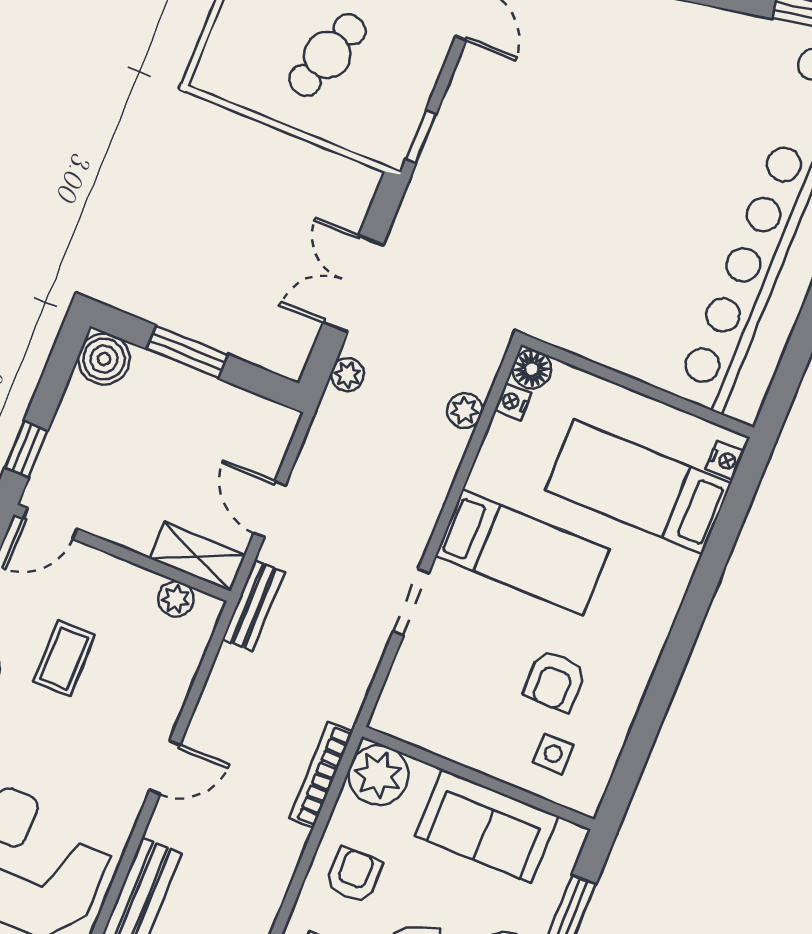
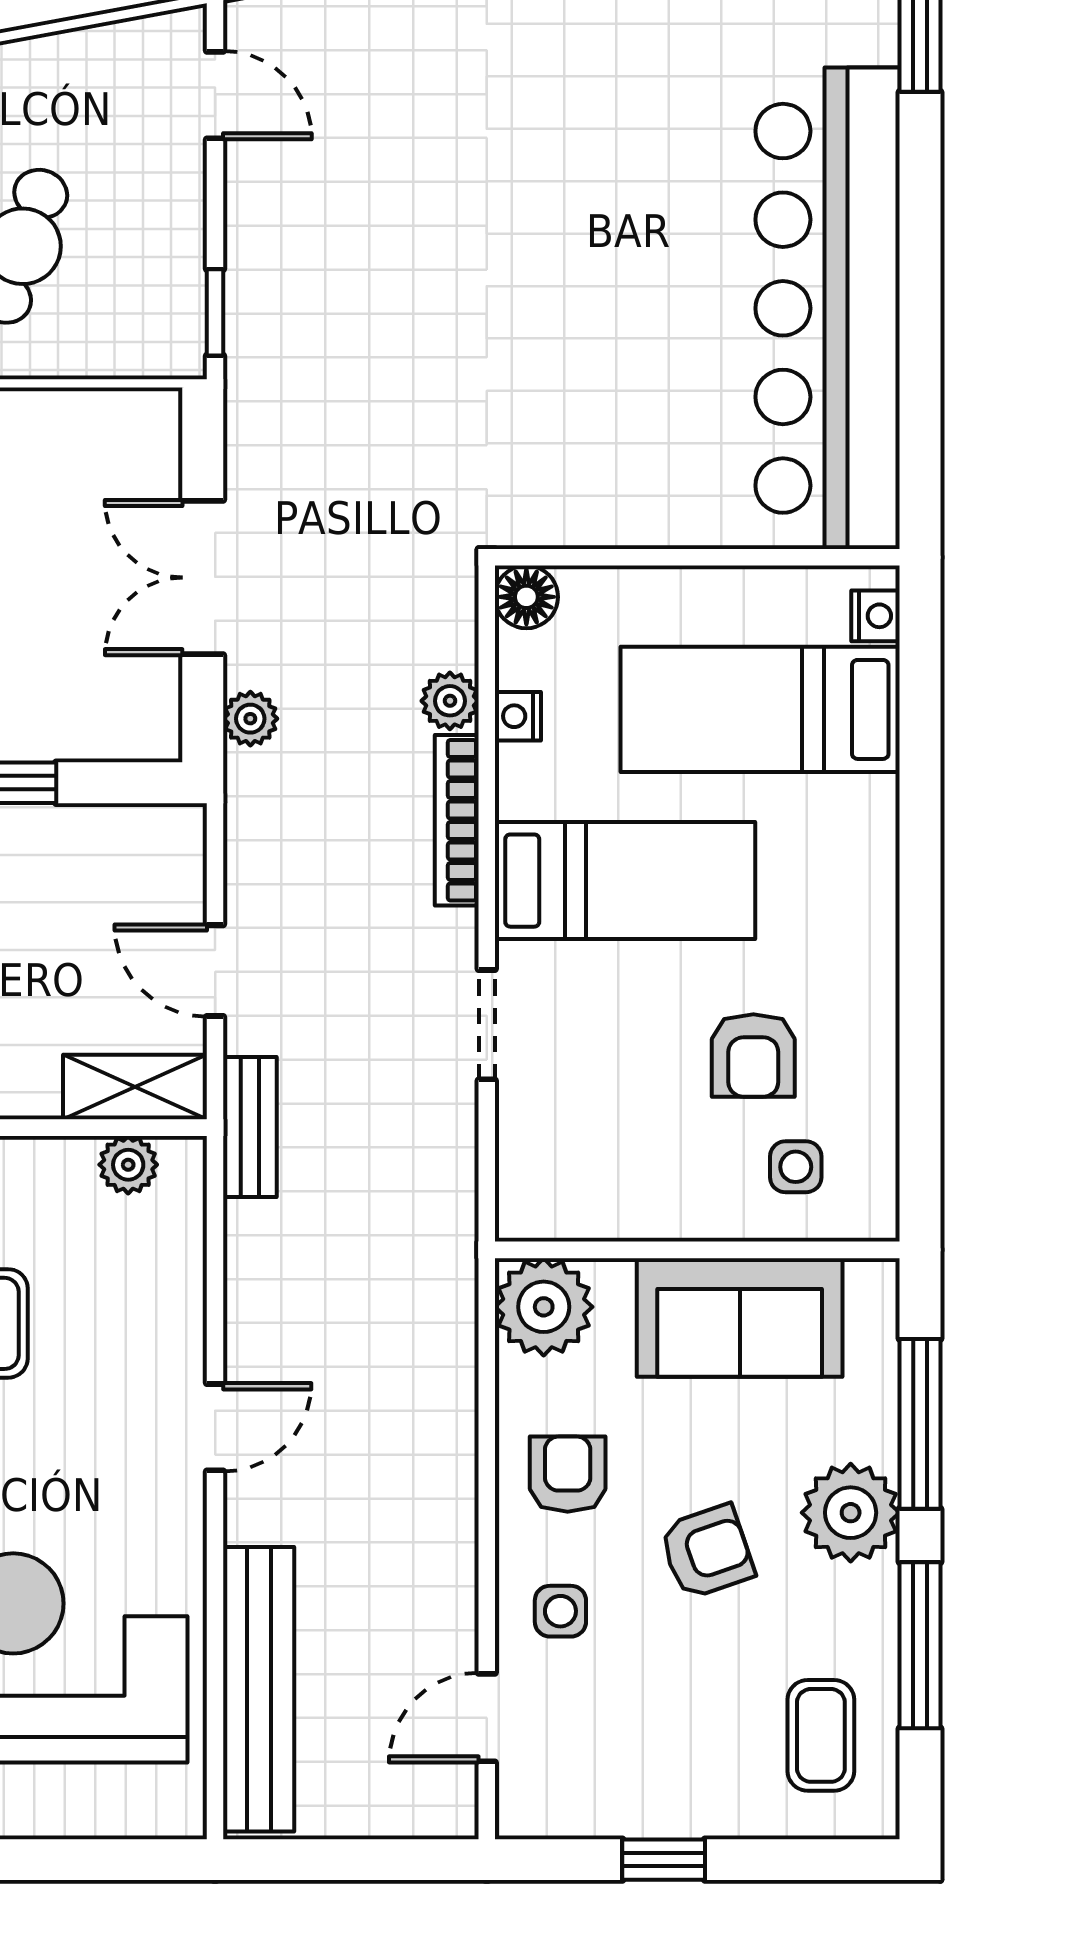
nightstand: (513, 402) -> (518, 716), moved
bookcase: (321, 775) -> (457, 820), moved

